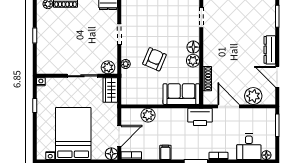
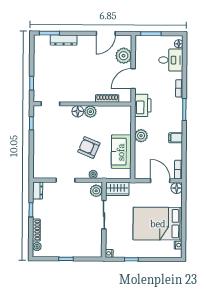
dresser: (270, 50) -> (64, 40), moved
sofa: (181, 94) -> (121, 152), moved
plant: (148, 115) -> (141, 136), moved

